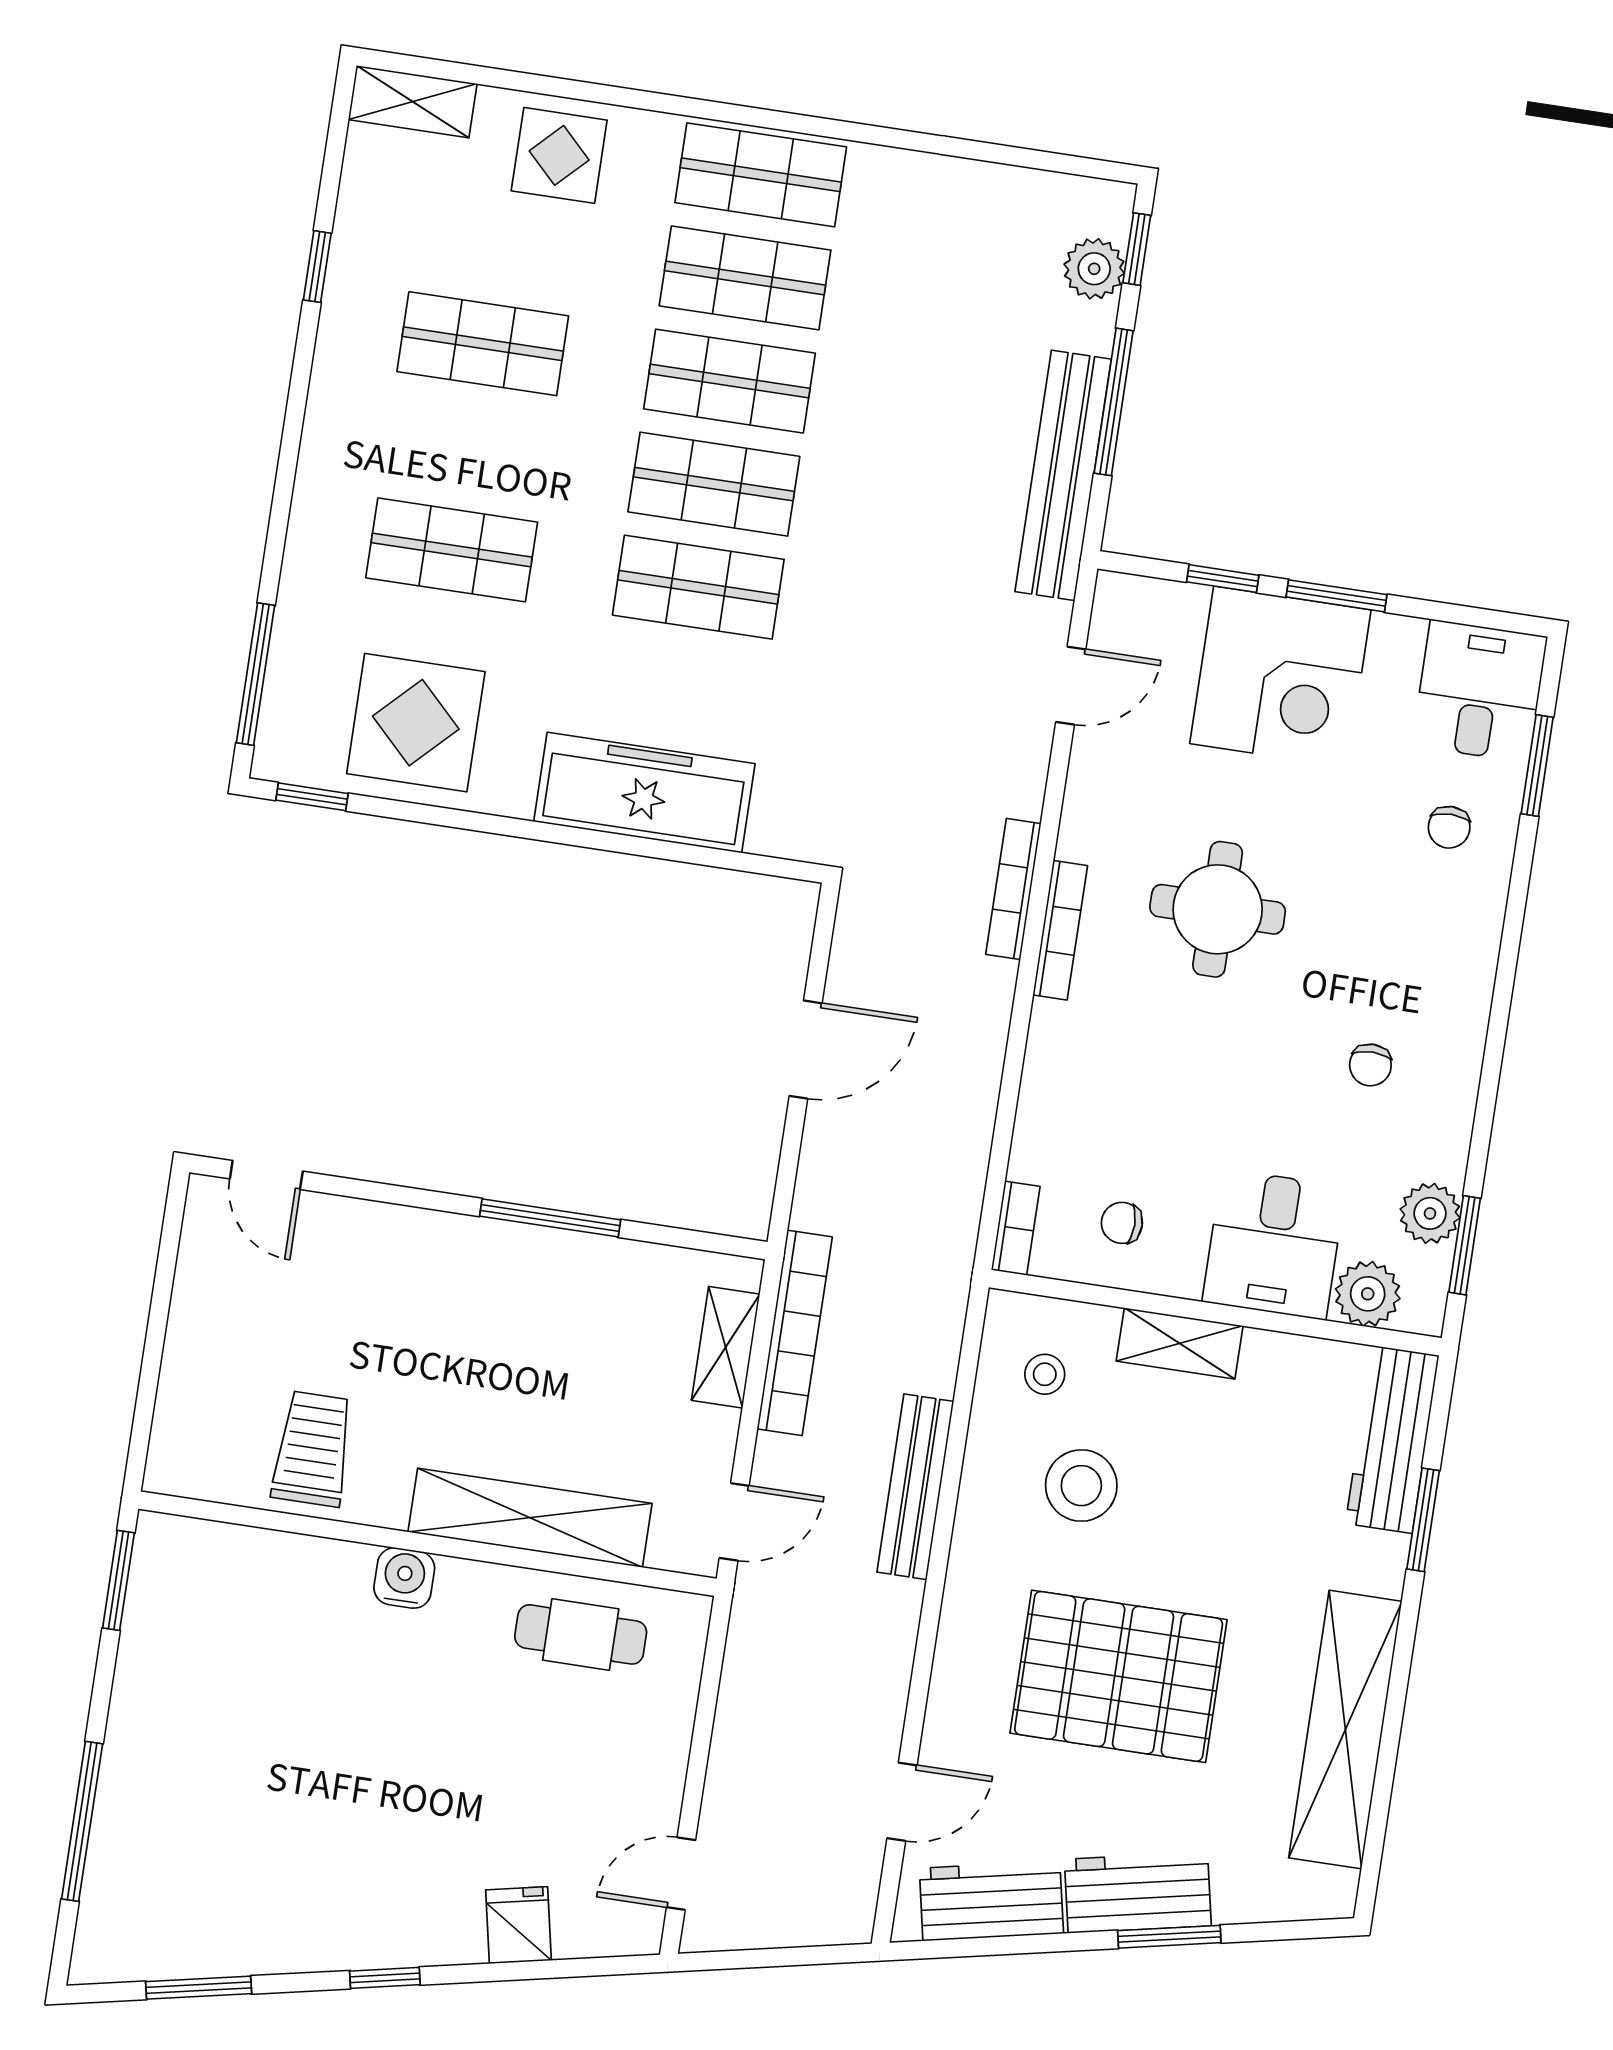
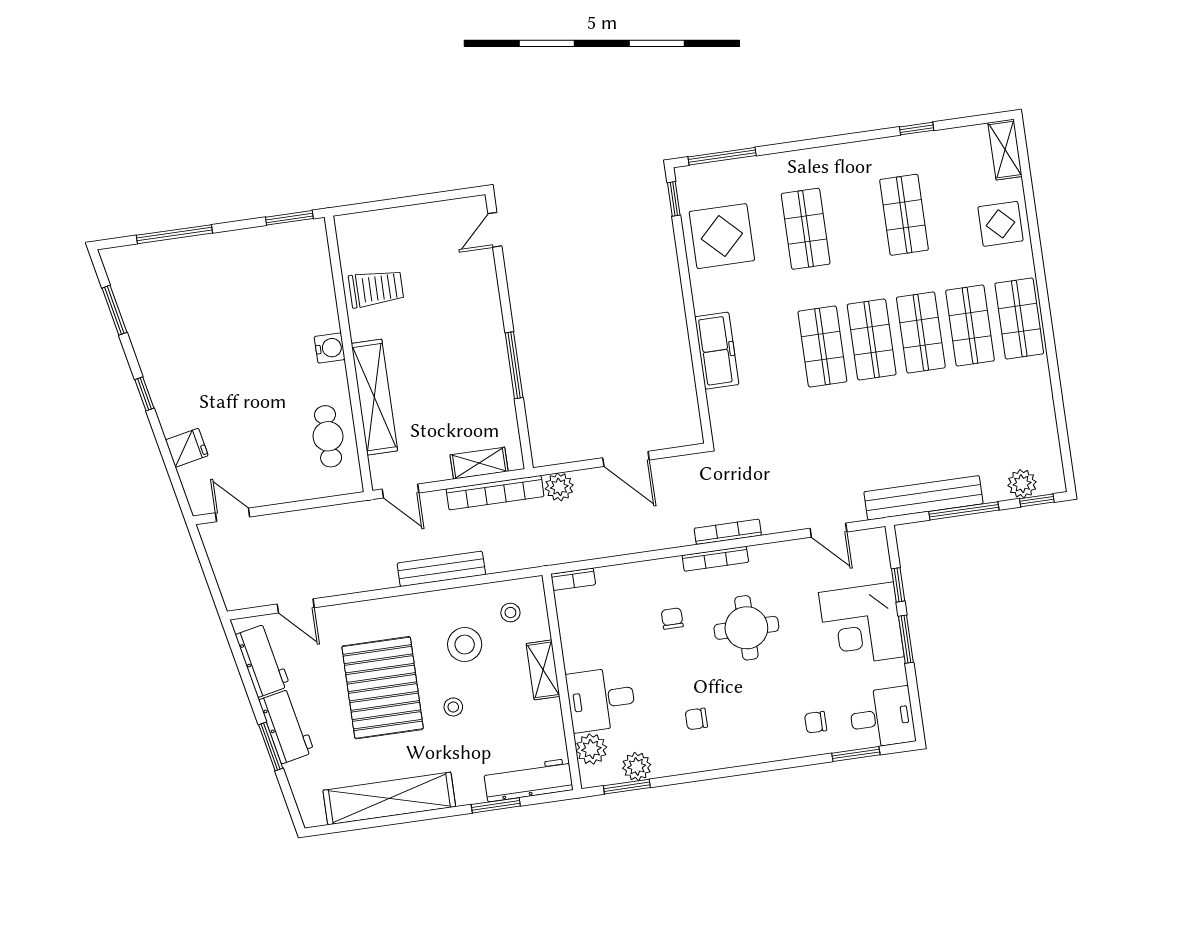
freezer: (644, 793) -> (717, 351), width x0.73, depth x0.79
plant: (822, 1200) -> (559, 487), added
chair: (1122, 1223) -> (672, 619), moved
stool: (1200, 1546) -> (453, 707), added

